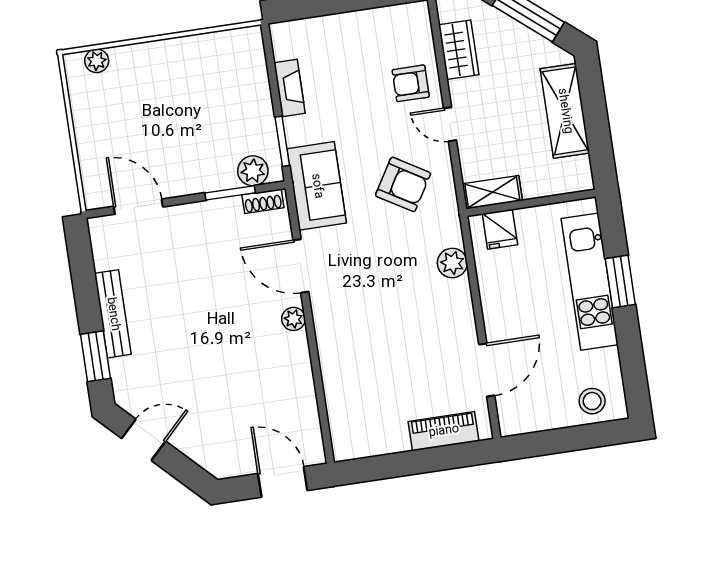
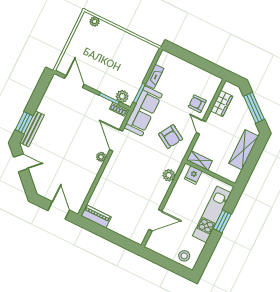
sofa: (317, 186) -> (143, 111), width x1.36
bench: (113, 314) -> (32, 129), moved
piano: (444, 431) -> (96, 216), moved

